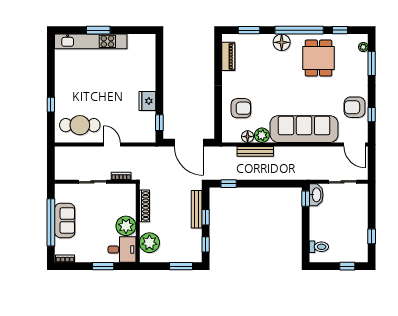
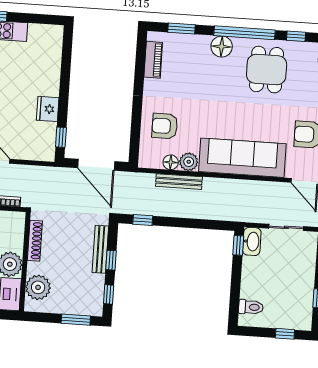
armchair: (241, 108) -> (165, 126), turned 180

